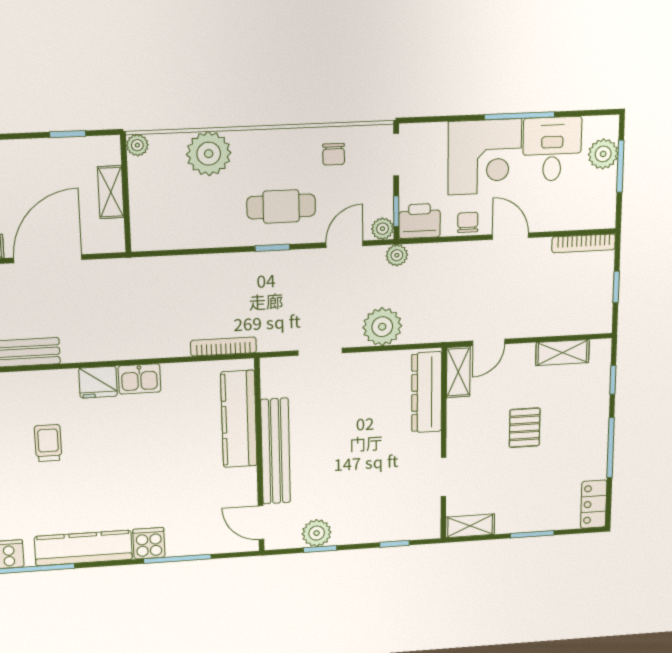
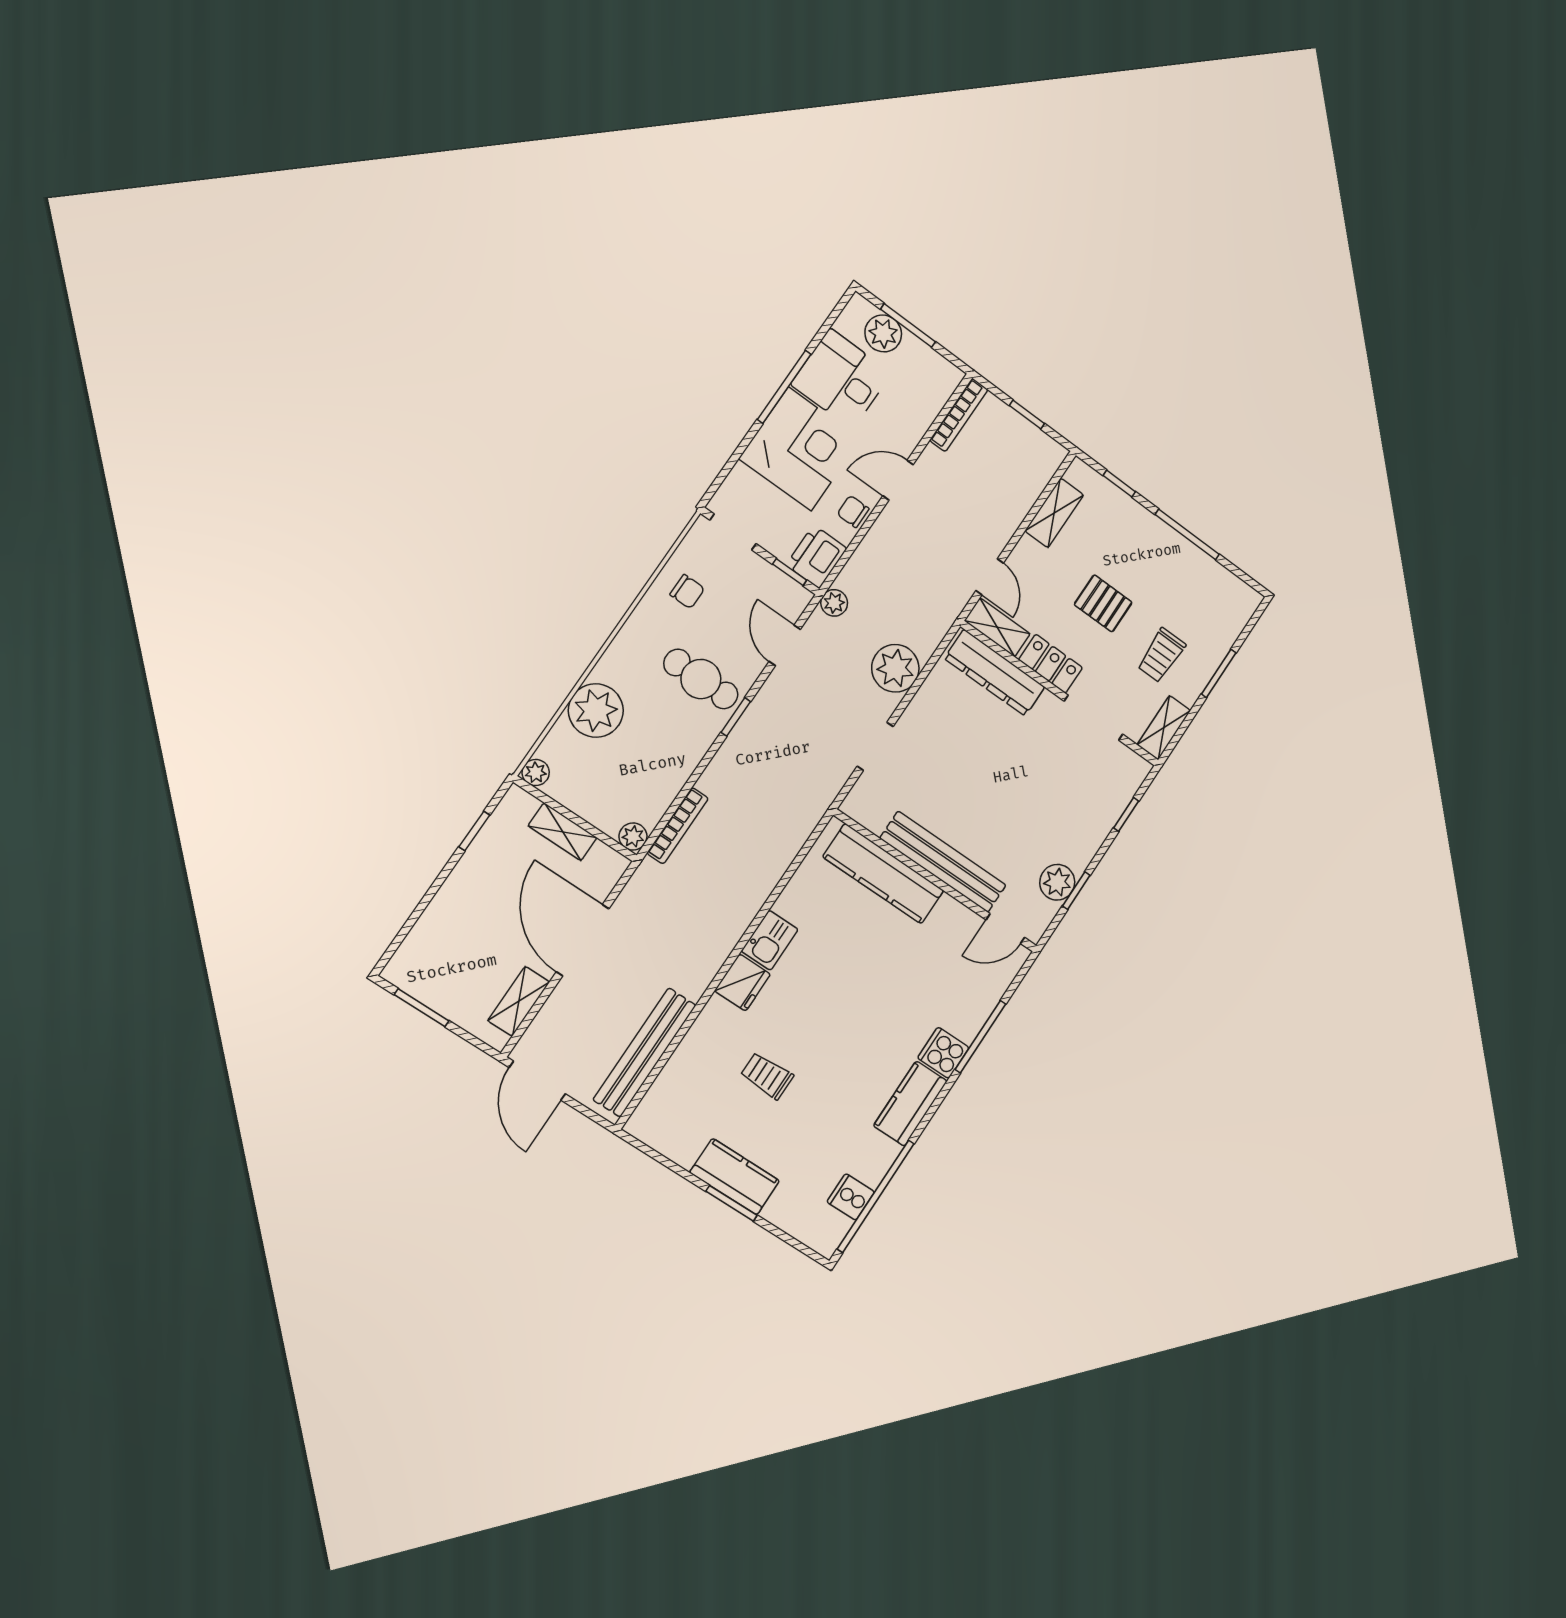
cafe table: (281, 206) -> (701, 679), turned 90
plant: (383, 229) -> (633, 837), moved
bookcase: (223, 347) -> (678, 826), moved, turned 180
doorway: (444, 477) -> (1094, 718), width x1.38
trolley: (517, 490) -> (1161, 655), added
locker: (594, 504) -> (1051, 664), moved, turned 180
kitchen counter: (83, 548) -> (910, 1104), width x0.67

